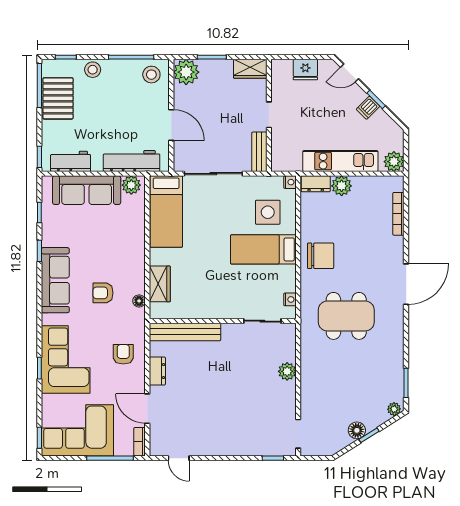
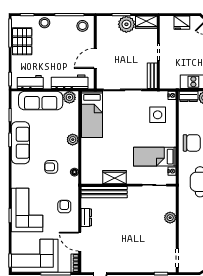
plant: (186, 72) -> (126, 24), moved
door: (171, 125) -> (95, 58), swing flipped
bed: (263, 249) -> (155, 157), moved
plant: (136, 251) -> (73, 140), added
sofa: (55, 280) -> (20, 143), moved
wardrobe: (160, 284) -> (114, 177), moved, turned -90

